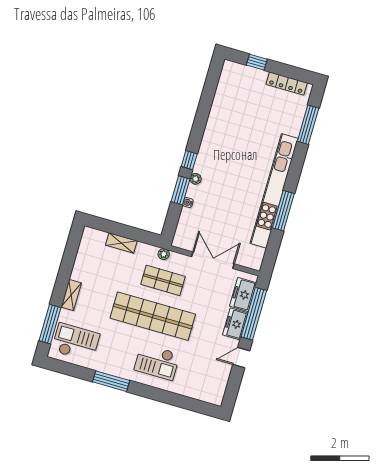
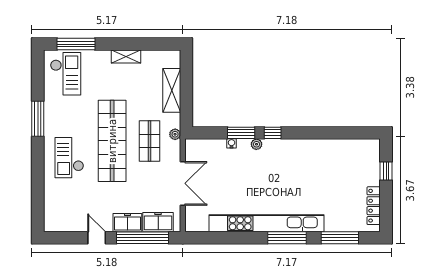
window: (283, 211) -> (287, 238), moved
shelving: (121, 243) -> (172, 90), width x1.50, depth x1.33
shelving: (71, 295) -> (126, 56), moved

